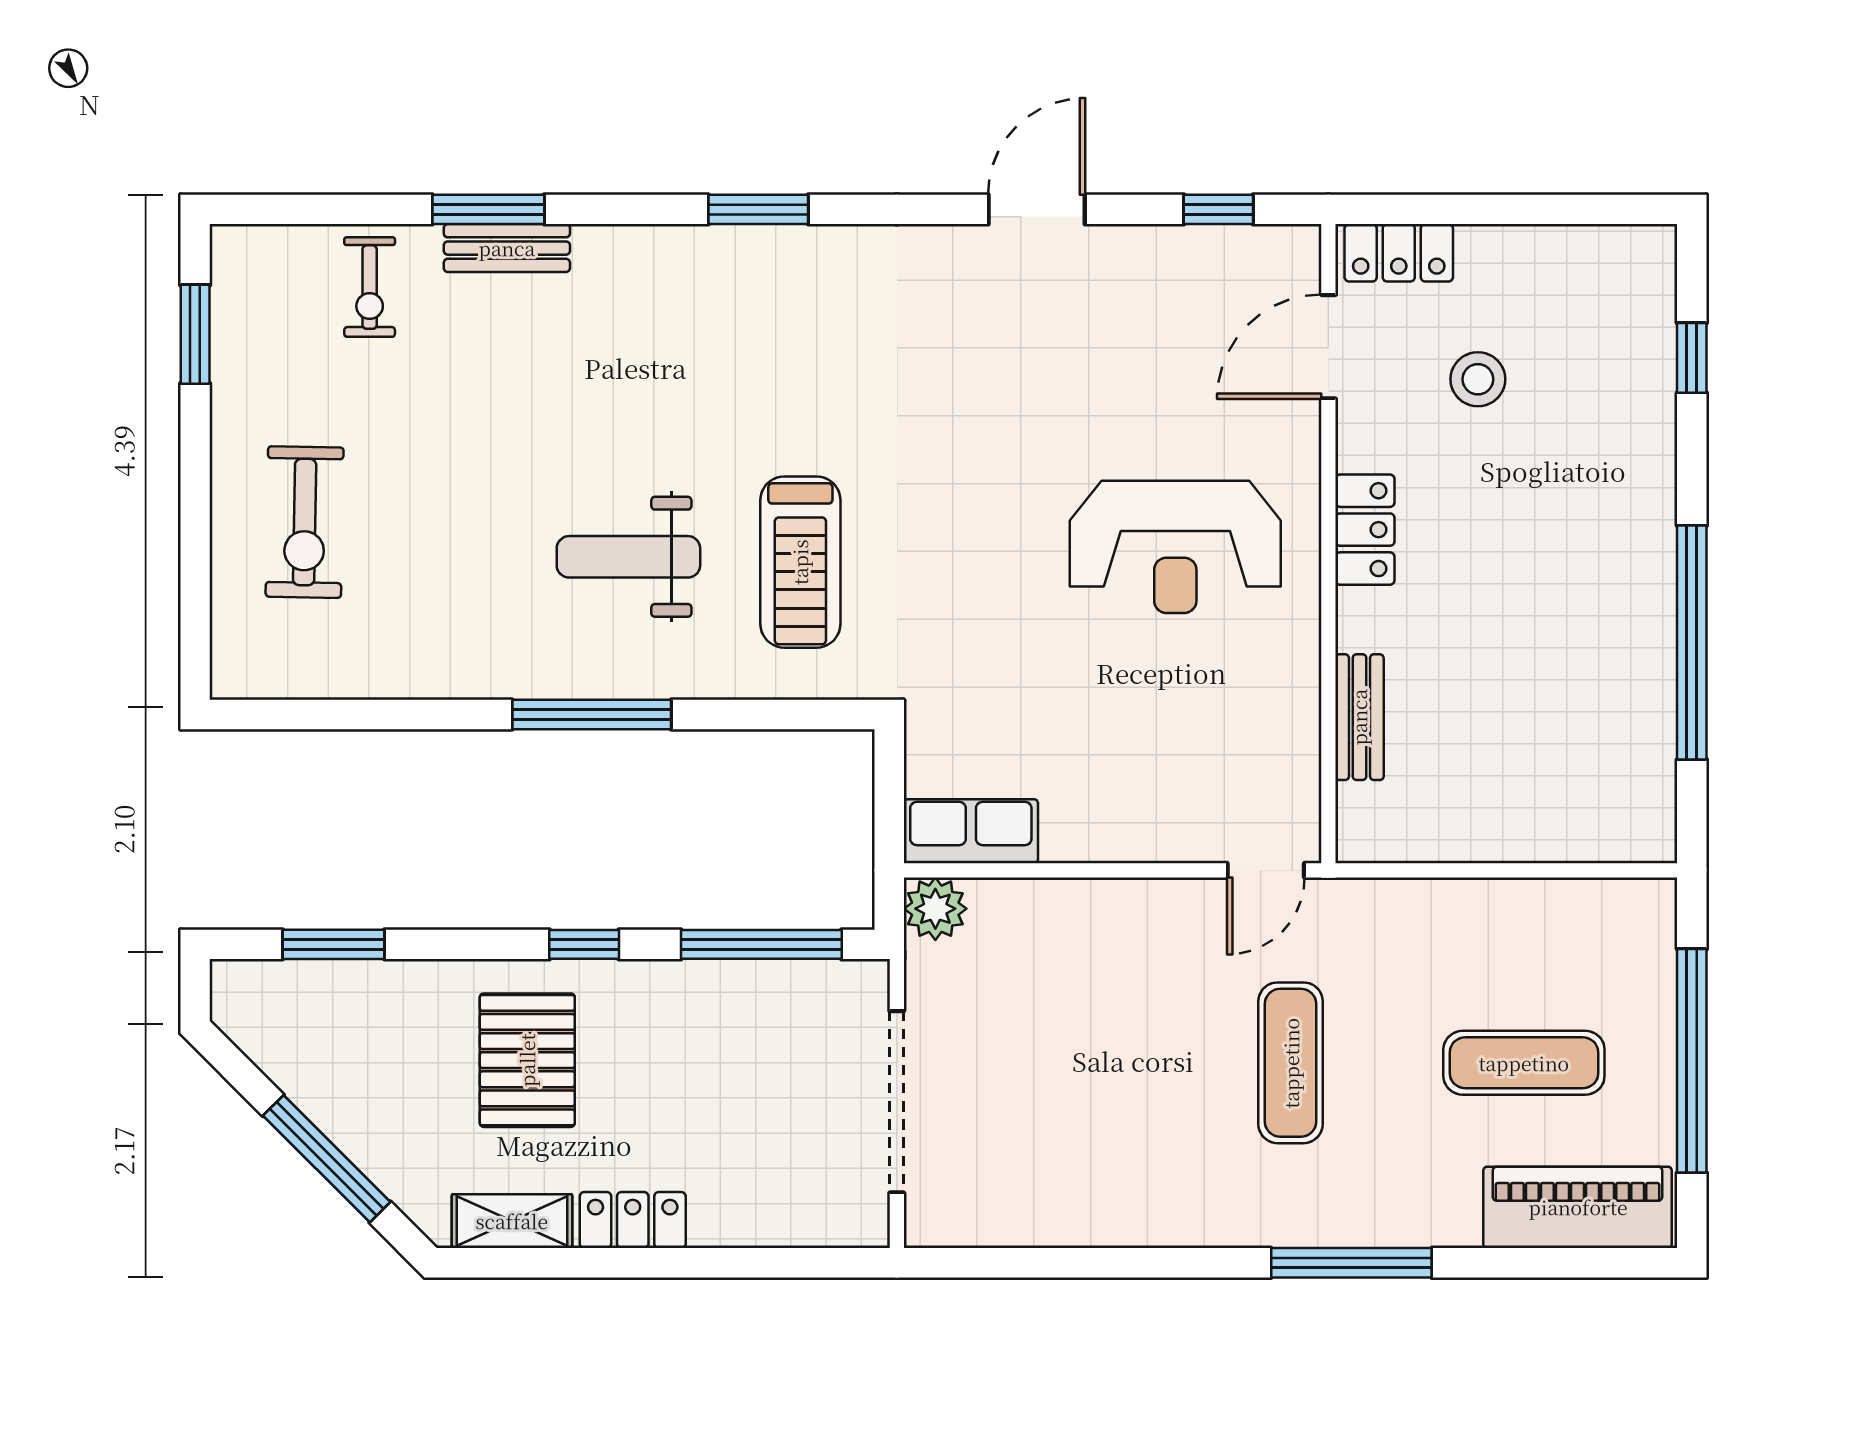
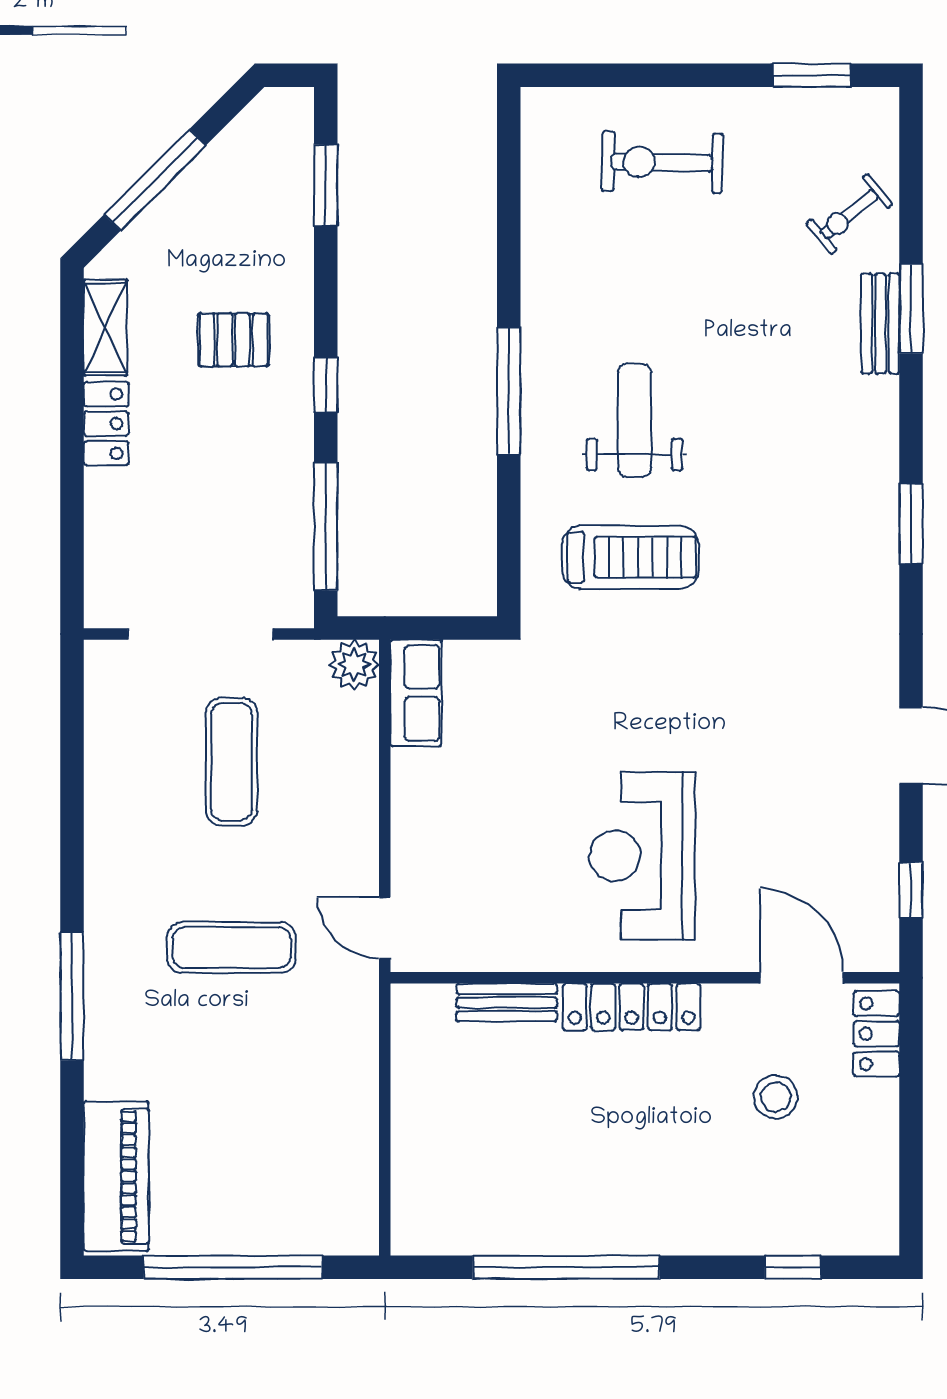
exercise bike: (370, 287) -> (849, 214), turned -39
locker: (1365, 530) -> (632, 1007), width x1.53
treadmill: (800, 562) -> (630, 557), turned 180
pallet: (527, 1060) -> (234, 340), width x0.67, depth x0.71
exercise mat: (1524, 1063) -> (231, 762), moved

